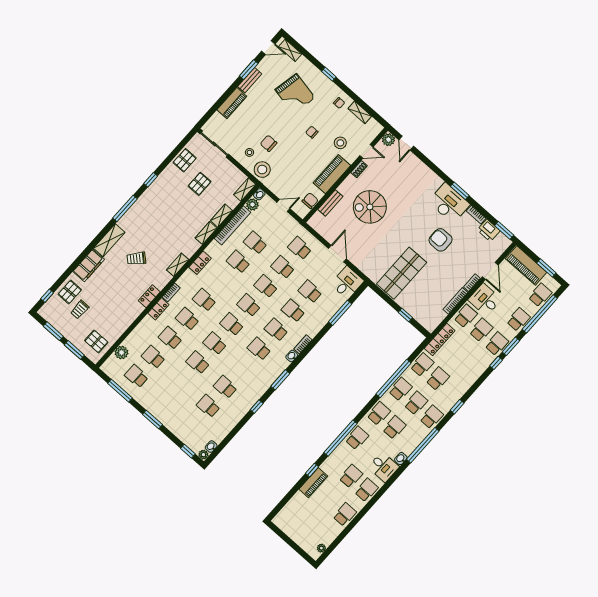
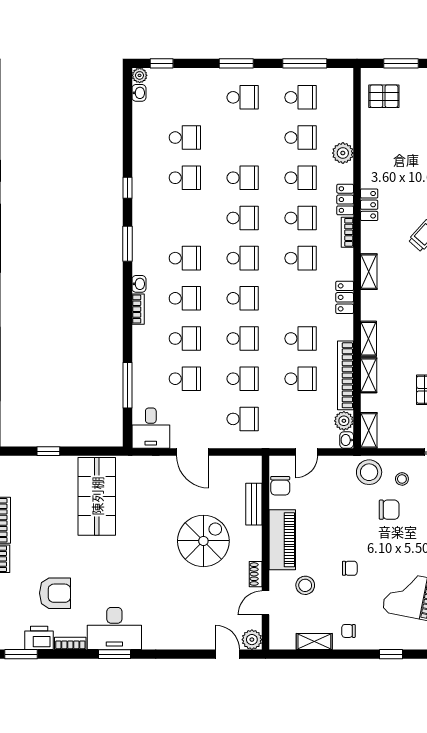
armchair: (441, 240) -> (55, 593), moved
plant: (121, 353) -> (343, 153), moved
school desk: (164, 401) -> (243, 97), added

